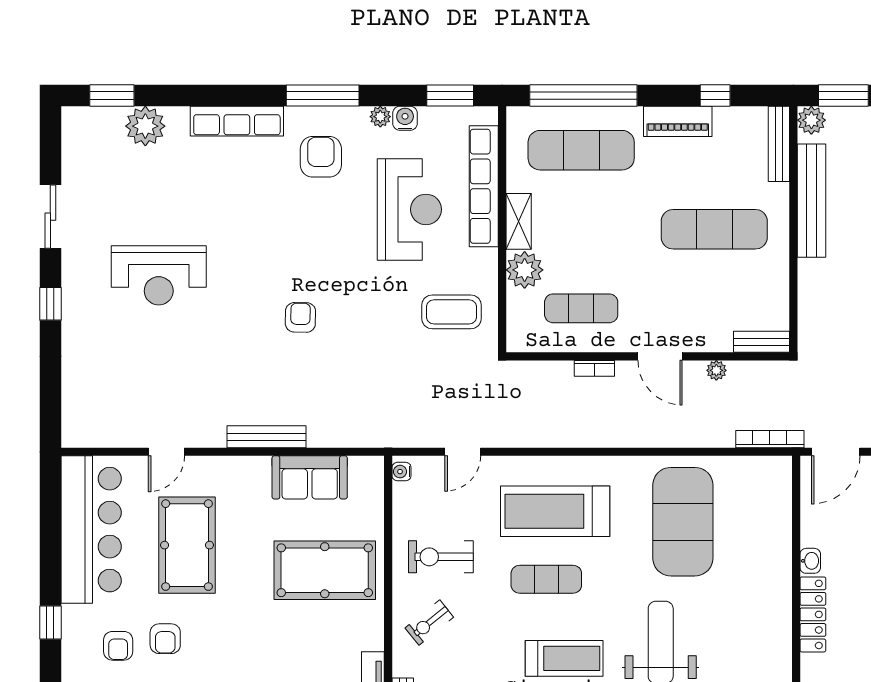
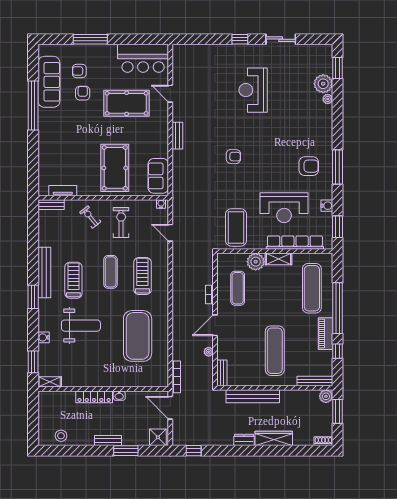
window: (583, 95) -> (338, 308), moved
plant: (380, 117) -> (328, 99), moved
row of seats: (237, 121) -> (325, 127), removed
bench: (811, 201) -> (253, 396), moved
coffee table: (451, 312) -> (236, 227), width x1.36, depth x1.32
bench: (266, 437) -> (177, 136), width x0.73
sofa: (310, 477) -> (158, 176), moved
treadmill: (555, 511) -> (142, 276), width x0.73, depth x0.73
exercise mat: (683, 522) -> (138, 336), turned 90
bar counter: (91, 530) -> (143, 58), width x0.73
window: (50, 623) -> (90, 39), width x2.17
armchair: (165, 639) -> (83, 93), turned 90
treadmill: (564, 658) -> (73, 280), turned 180

